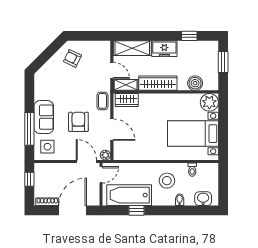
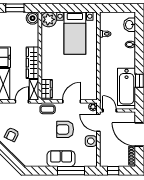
boiler: (195, 83) -> (33, 18), moved
side table: (47, 147) -> (91, 141), moved
door: (86, 161) -> (98, 123), hinge flipped
stool: (167, 181) -> (114, 55), removed

